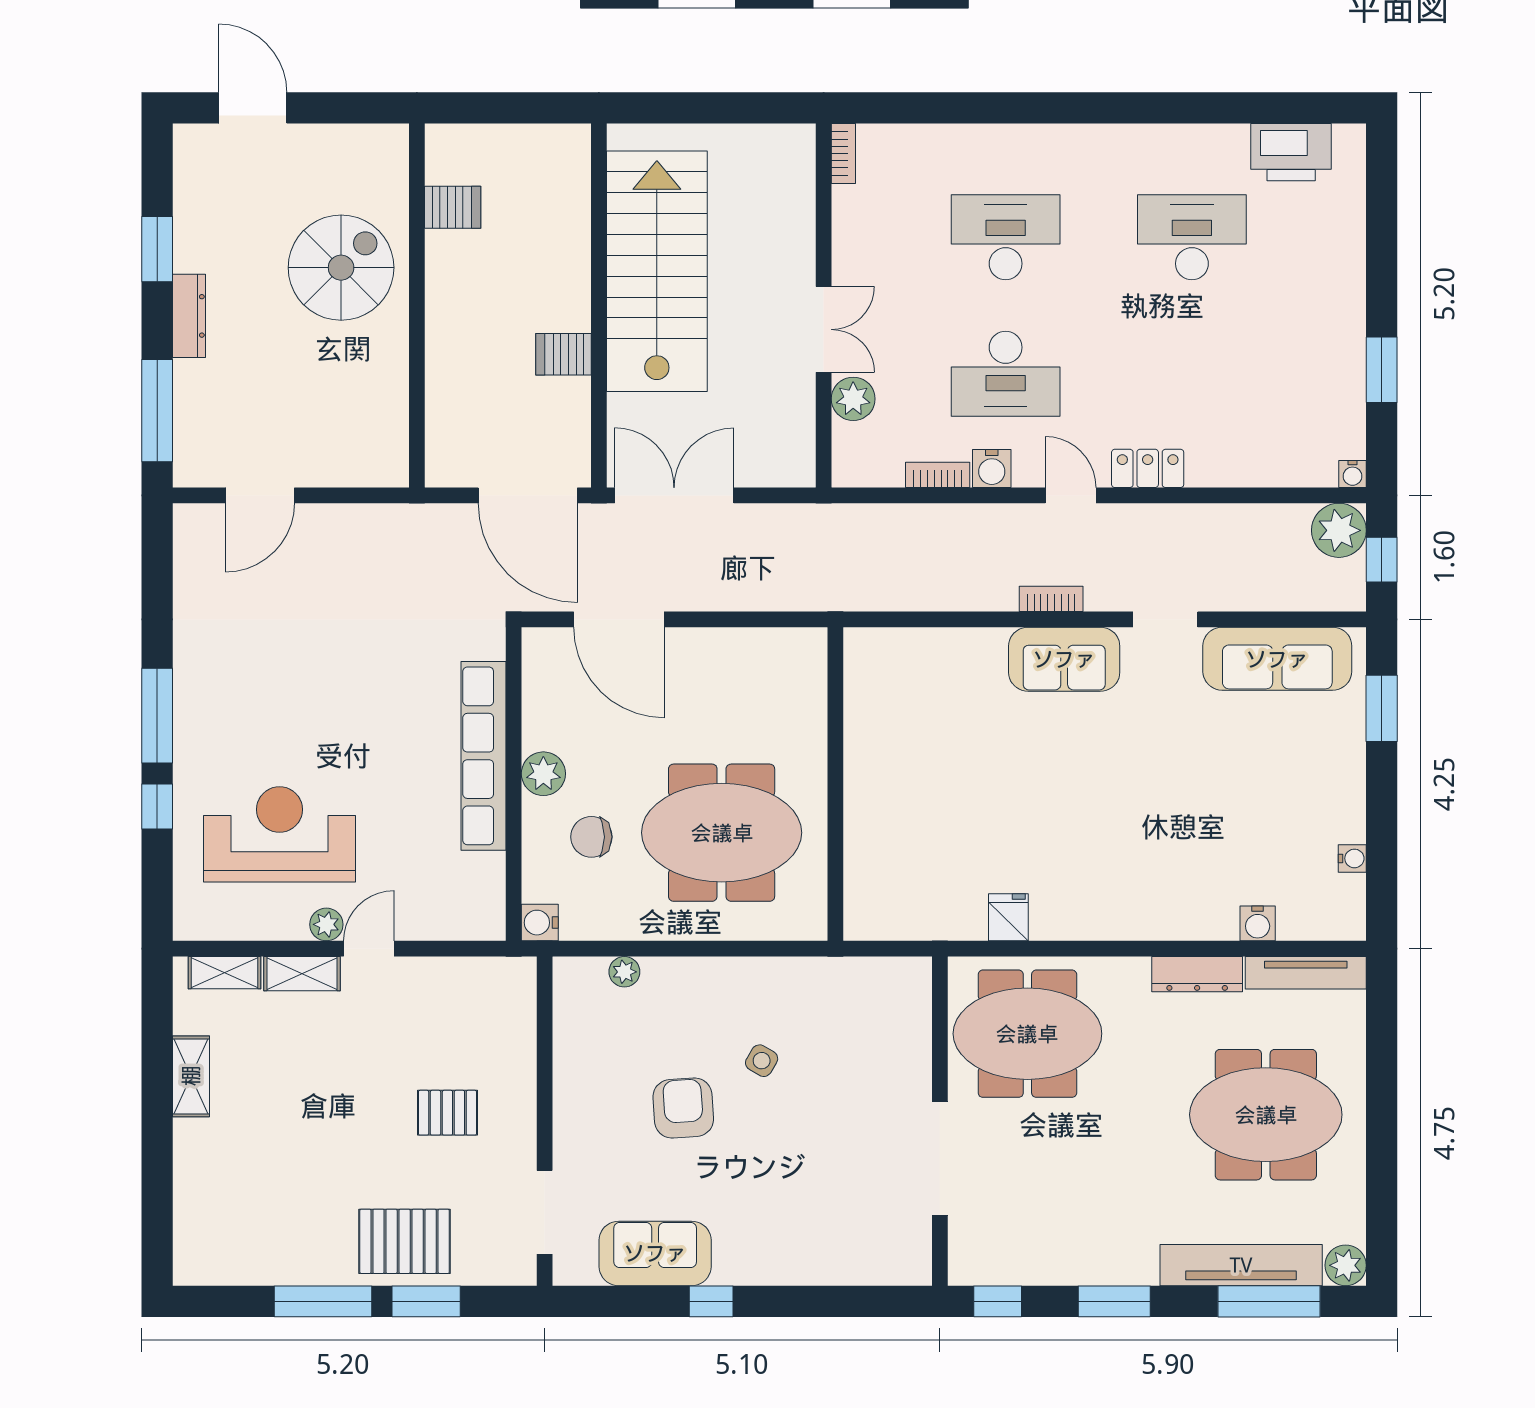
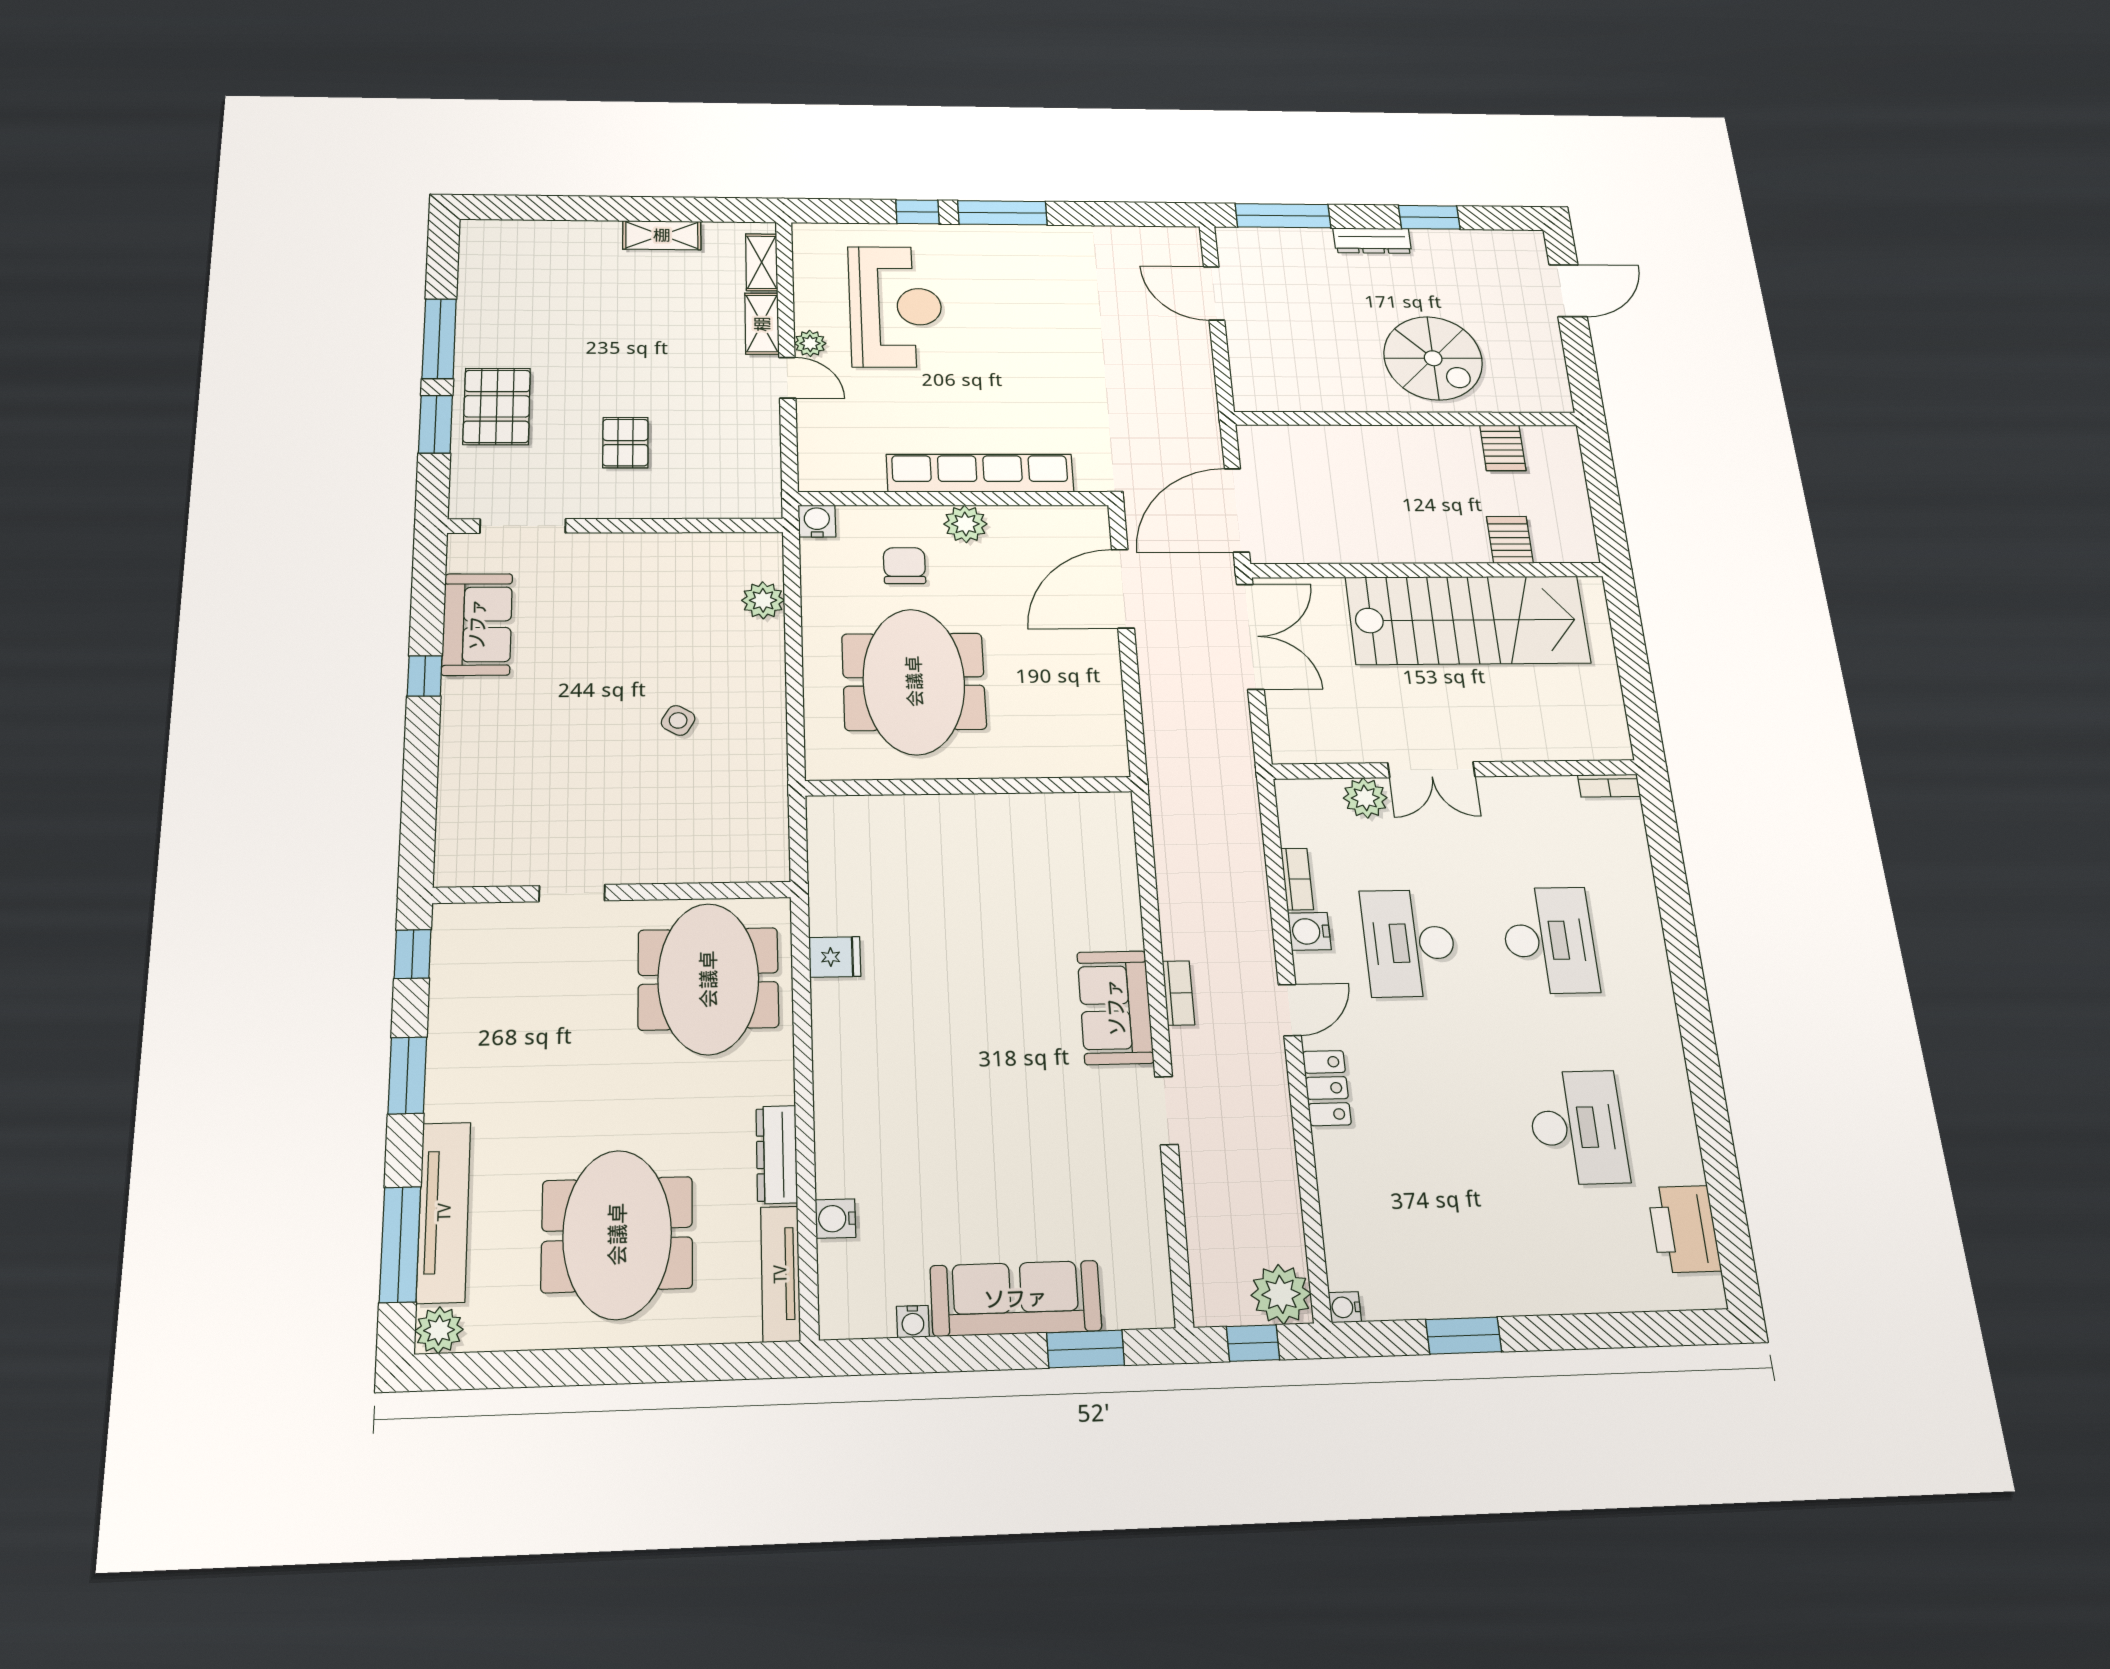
server rack: (563, 354) -> (1510, 540), moved
sofa: (1277, 659) -> (1016, 1298), moved, turned 90
plant: (624, 972) -> (763, 600), width x1.38, depth x1.38
armchair: (683, 1108) -> (629, 649), removed
doorway: (940, 1159) -> (572, 893), width x0.53

